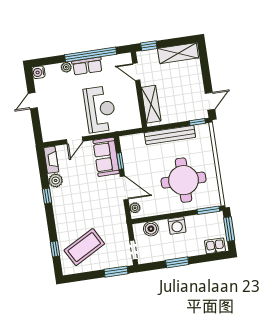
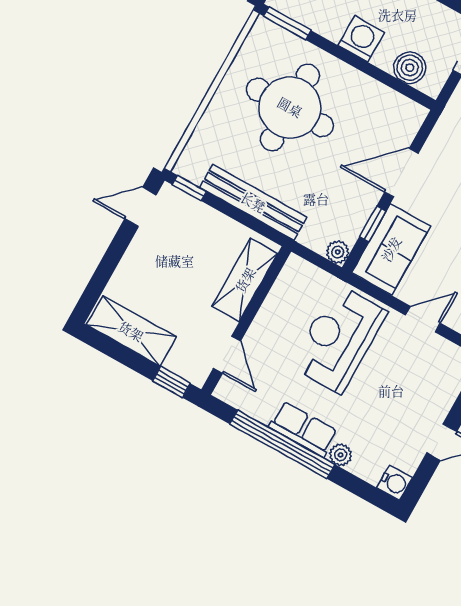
door: (124, 188) -> (401, 173), hinge flipped
plant: (135, 208) -> (338, 252), moved

